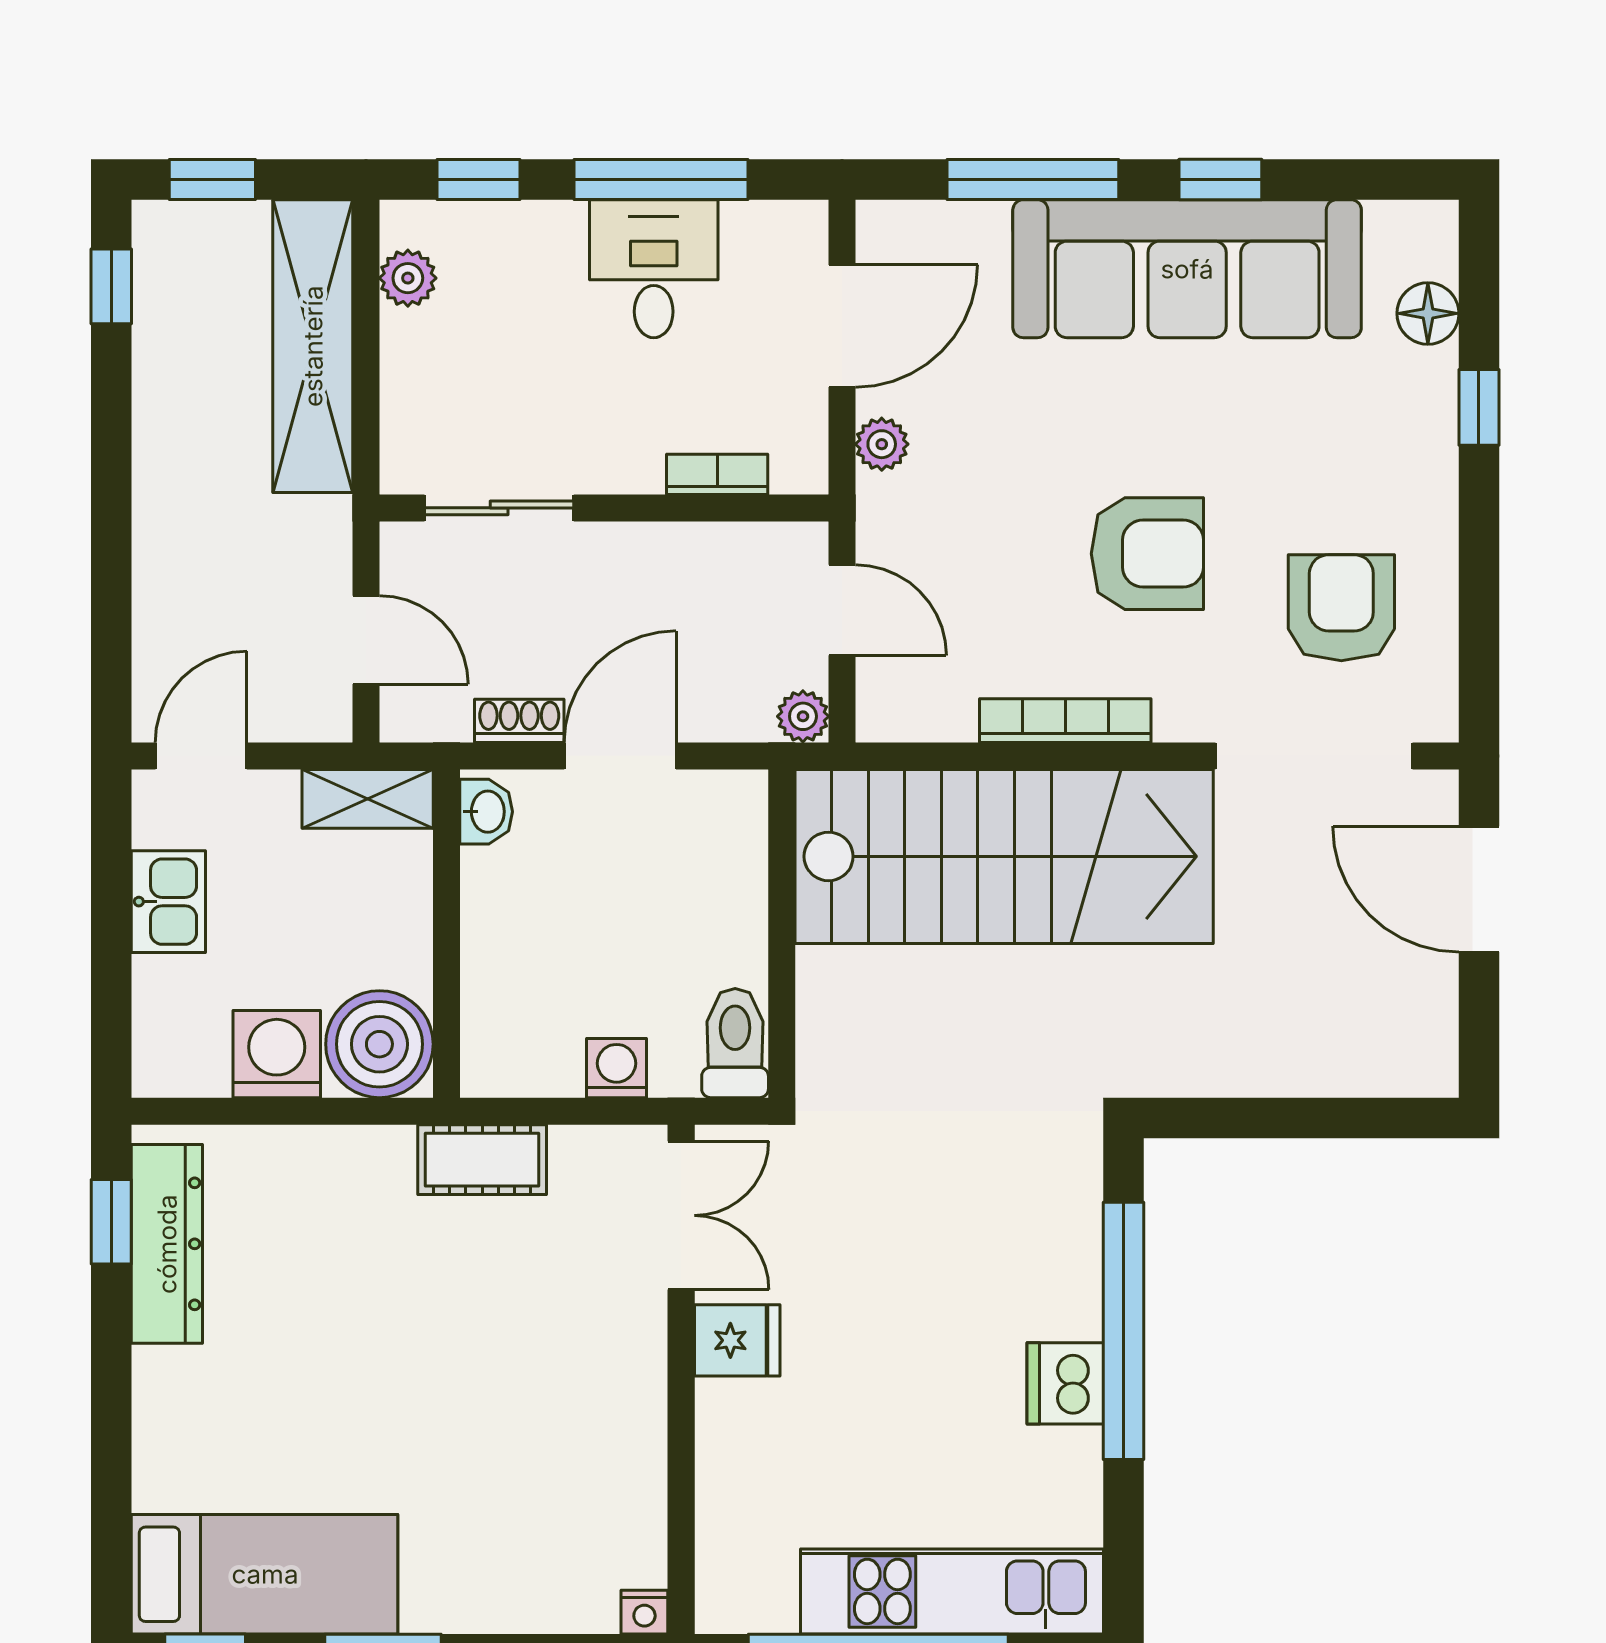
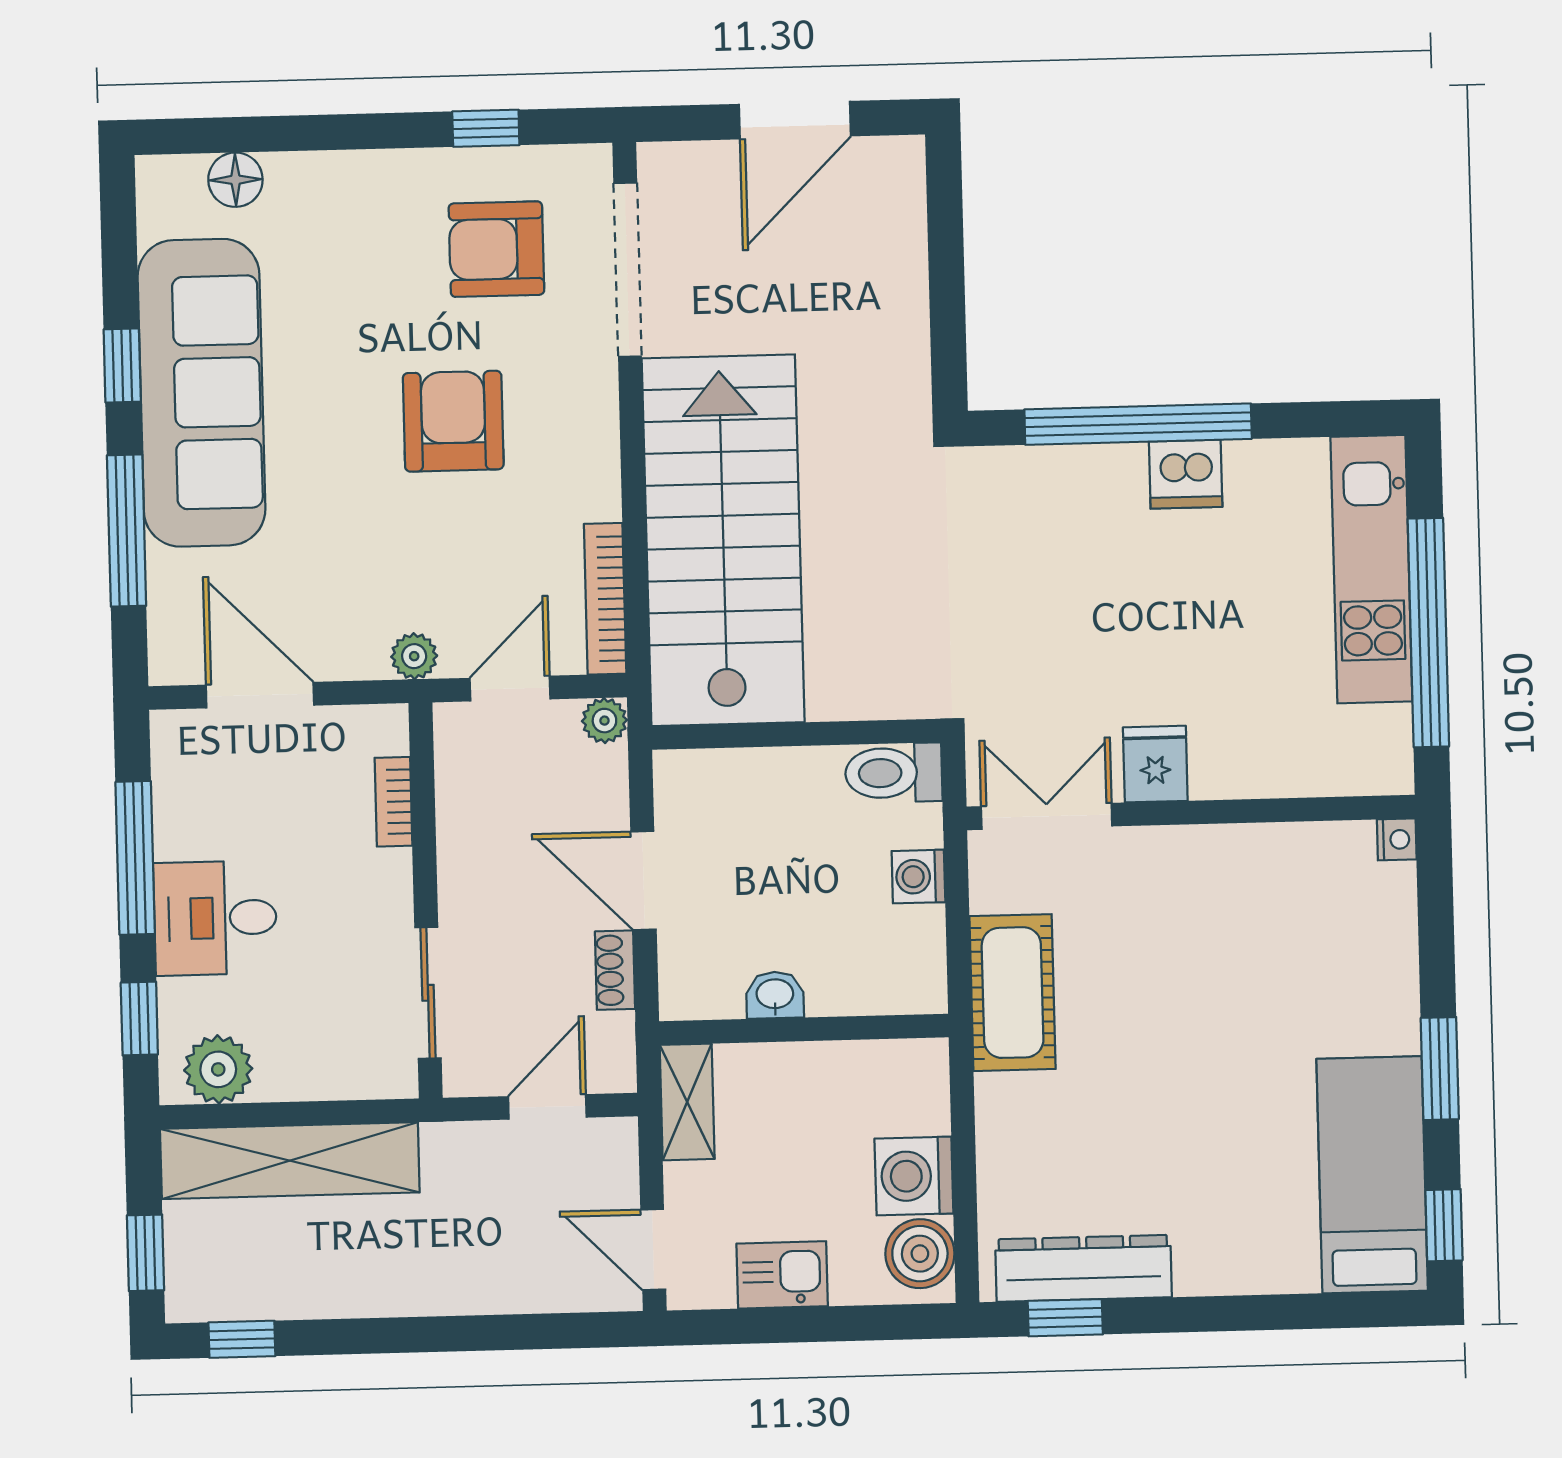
desk: (654, 269) -> (215, 918), moved
plant: (408, 278) -> (218, 1069), width x1.38, depth x1.38
window: (1479, 407) -> (486, 128), moved
plant: (882, 444) -> (414, 656), moved
bookcase: (1065, 721) -> (605, 599), moved
washbasin: (486, 812) -> (775, 995), moved
door: (1479, 889) -> (795, 120), moved
boiler: (379, 1044) -> (920, 1254), moved, width x0.73, depth x0.73
cot: (482, 1160) -> (1013, 993), width x1.37, depth x1.34

